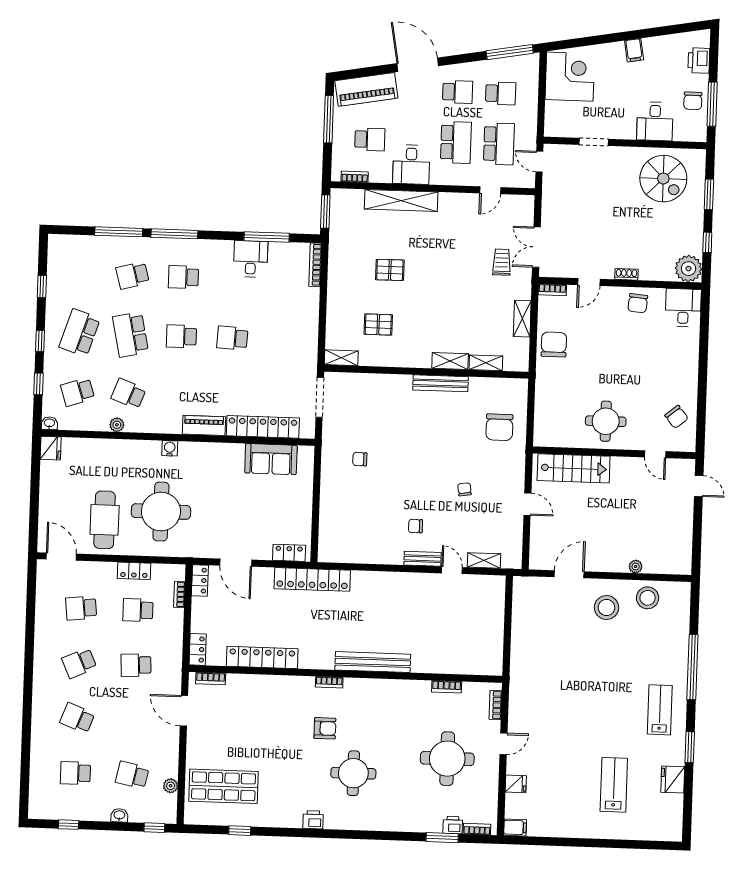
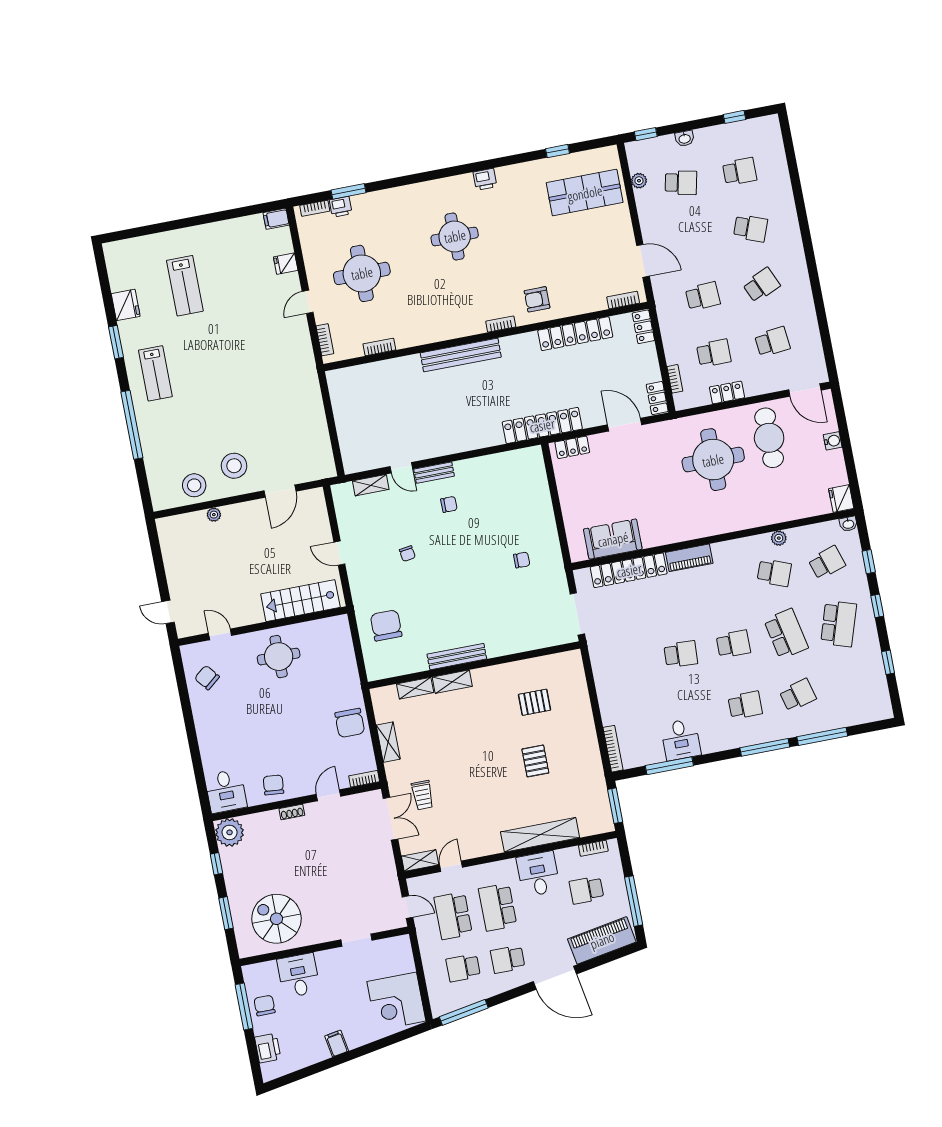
pallet: (390, 270) -> (535, 761), turned 90
shelving: (341, 358) -> (420, 860), moved
water cooler: (170, 448) -> (833, 441), moved, turned -90
armchair: (325, 728) -> (537, 299), moved

